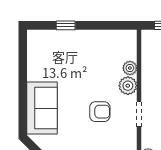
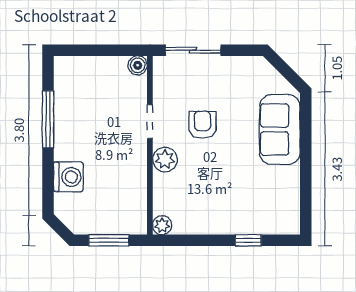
plant: (130, 68) -> (162, 225), moved
armchair: (100, 112) -> (202, 125), turned 90

